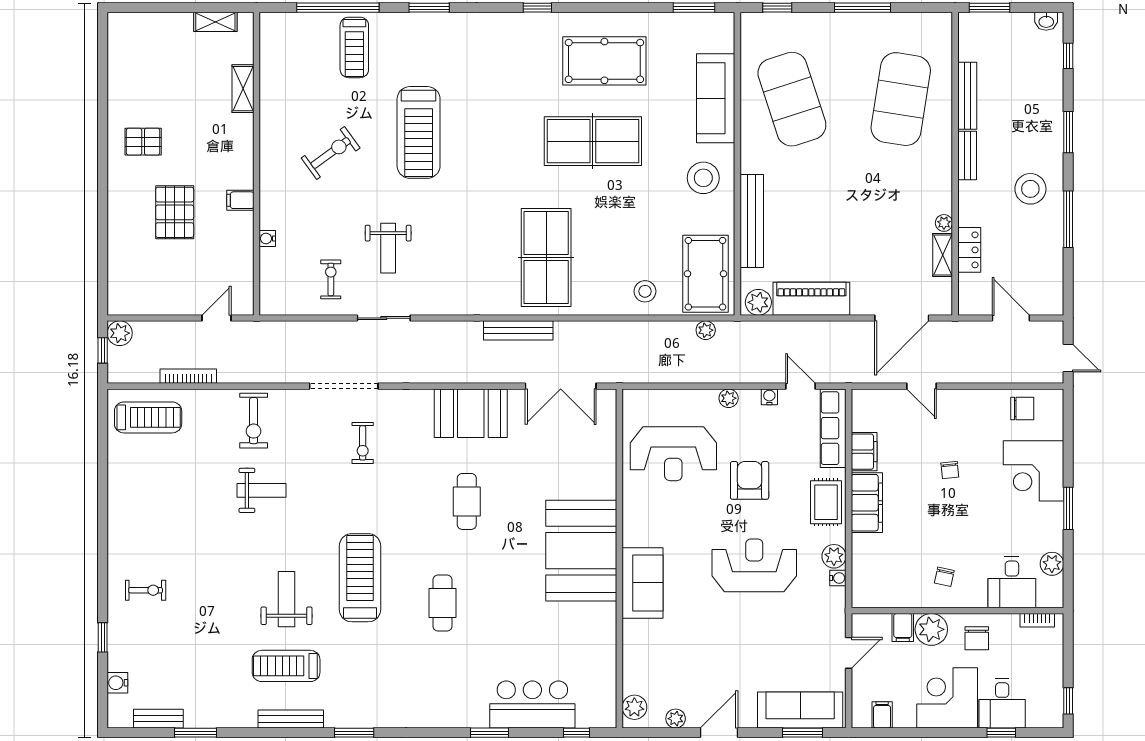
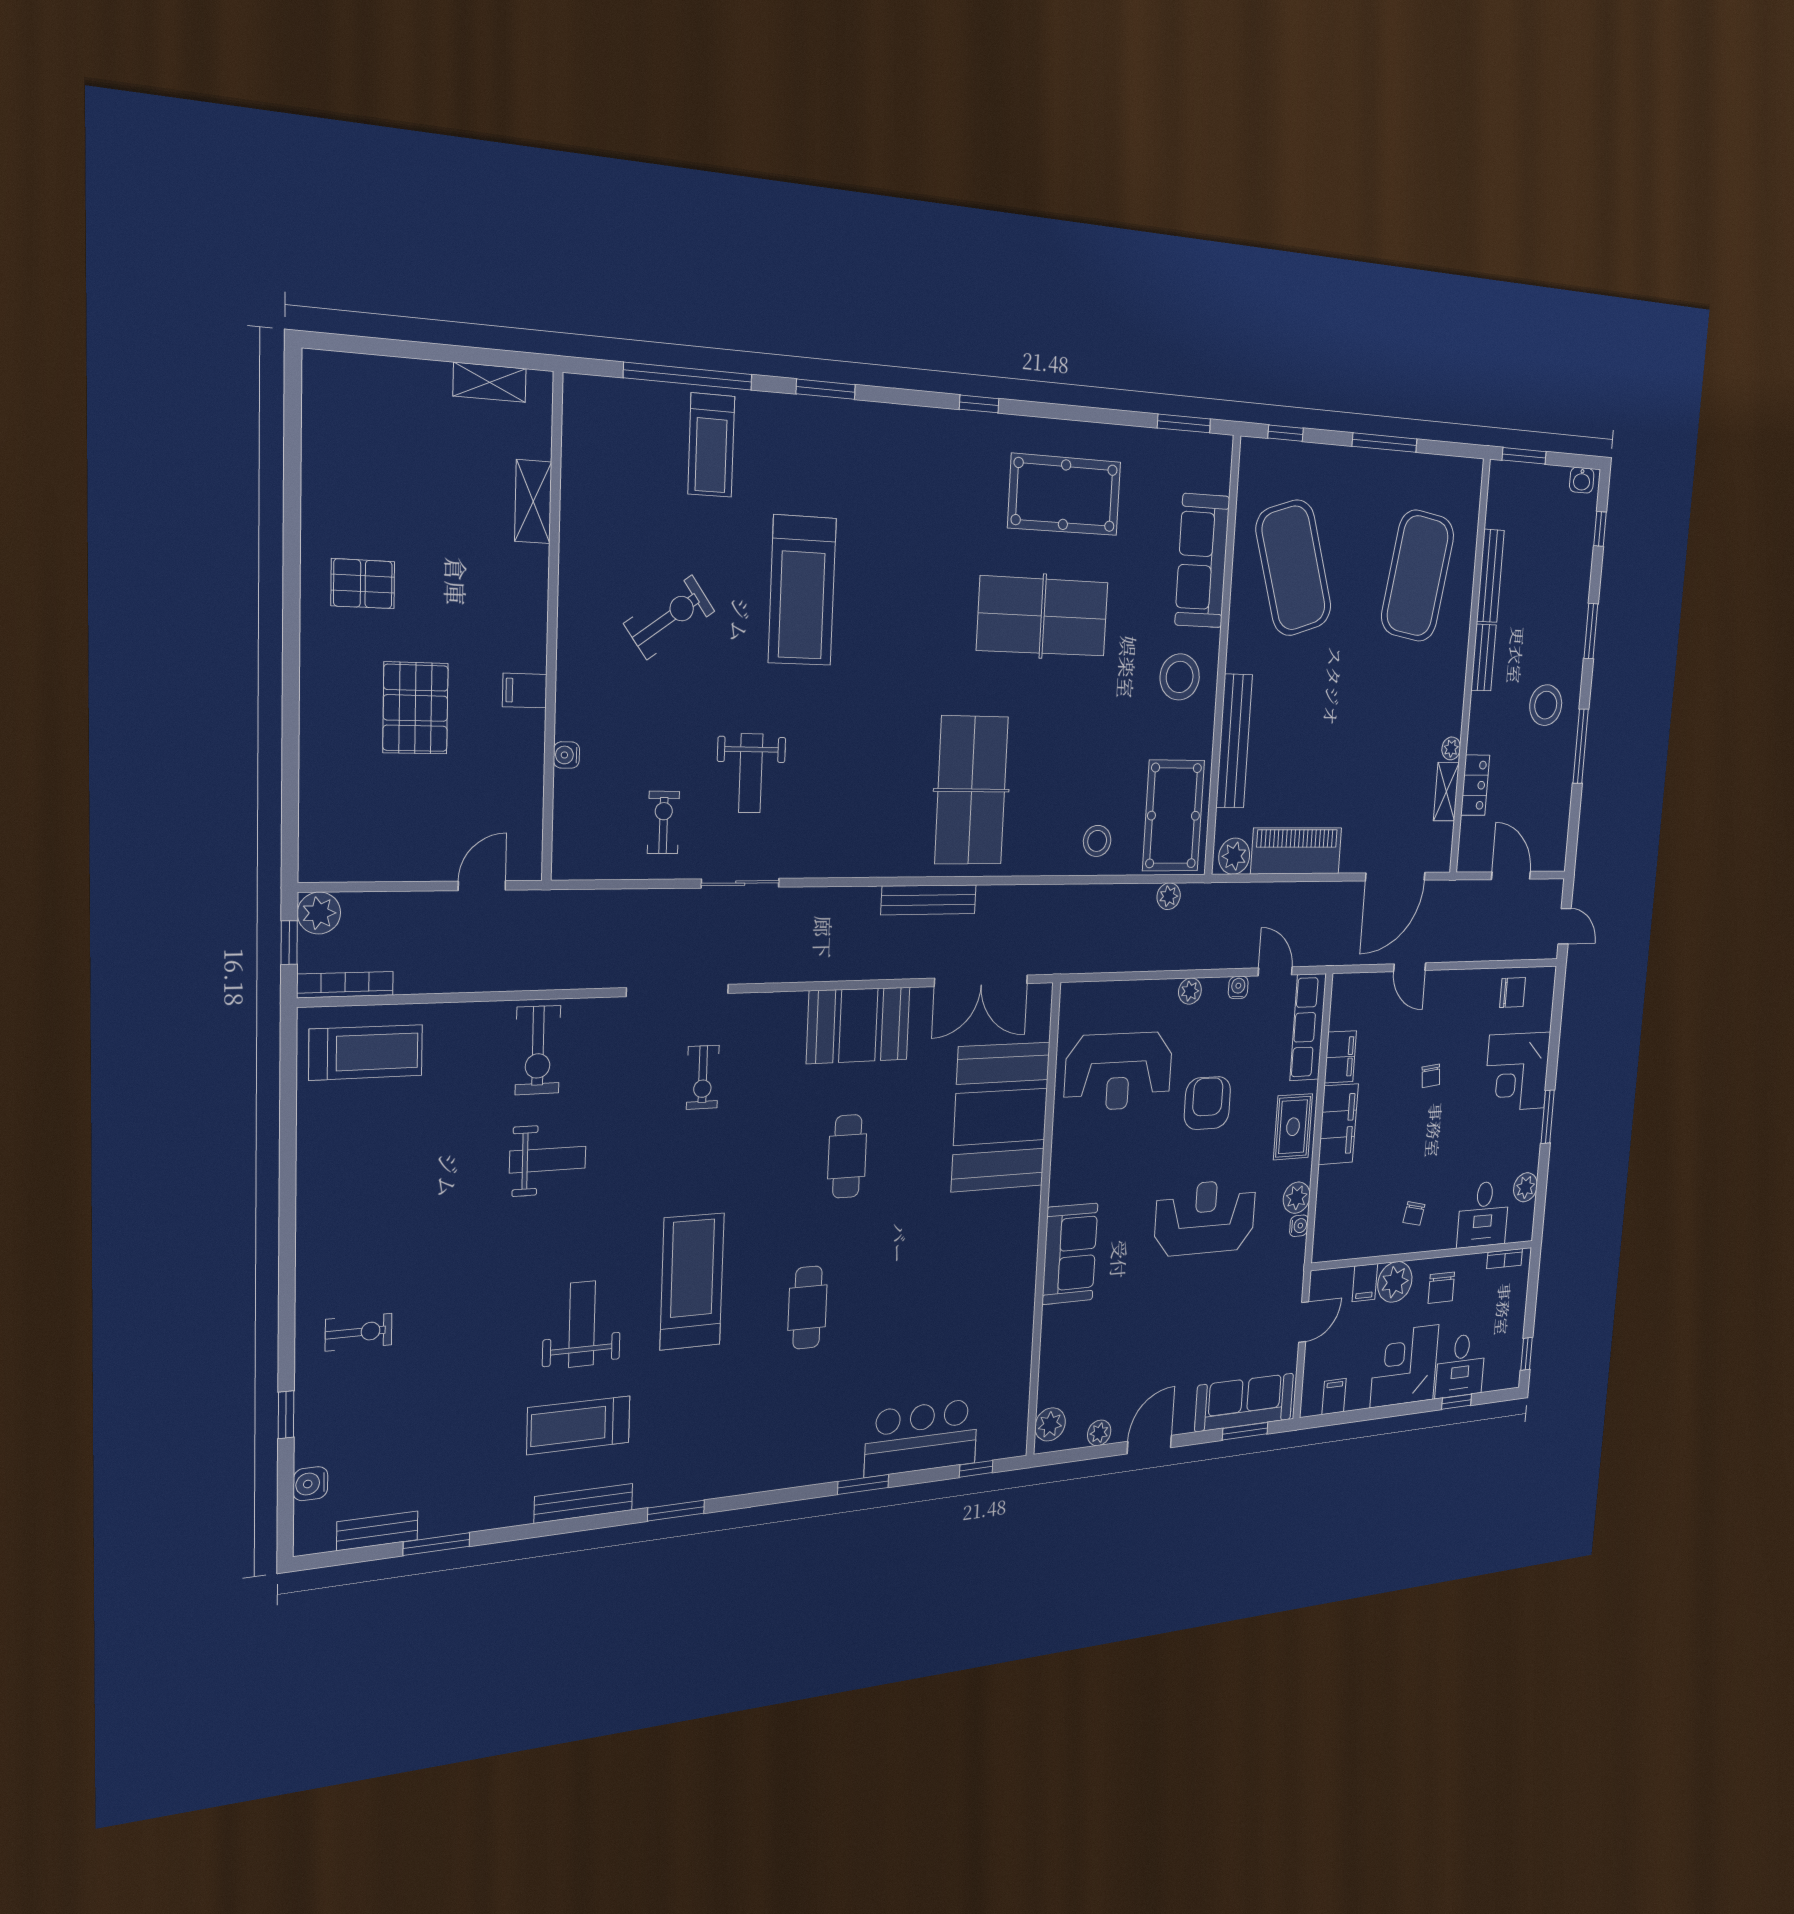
bookcase: (188, 376) -> (345, 985), moved
booth: (581, 551) -> (1001, 1117), moved

